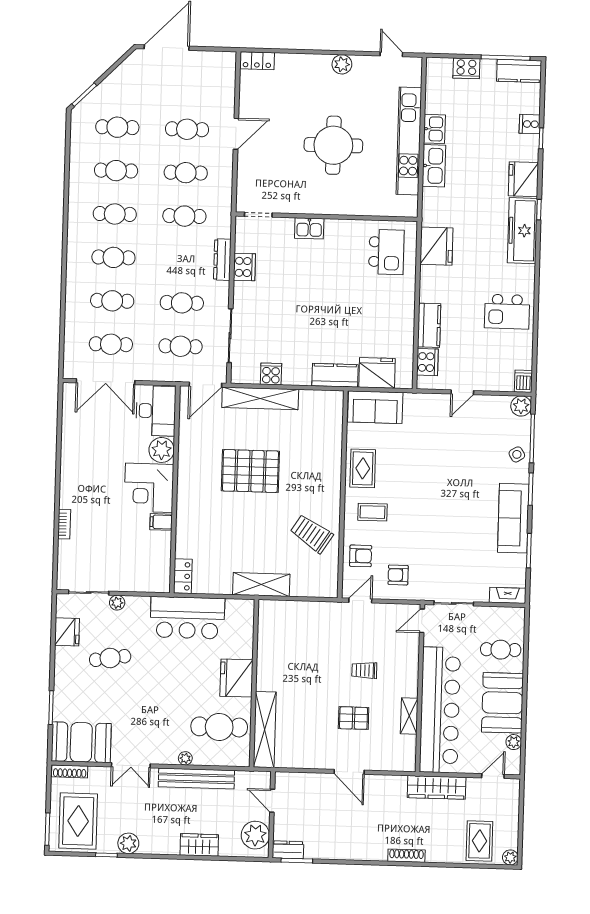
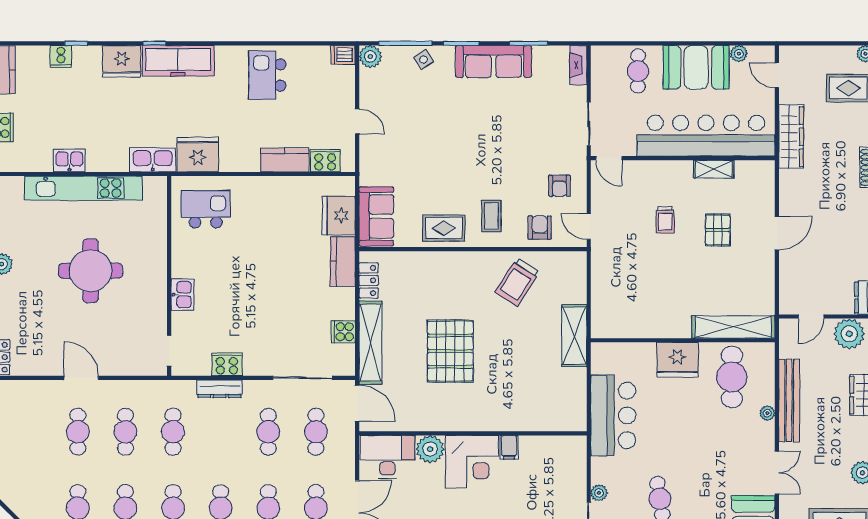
kitchen sink: (434, 166) -> (153, 160), moved
kitchen island: (507, 312) -> (267, 75), turned 180
locker: (183, 576) -> (369, 280), moved, turned 90

